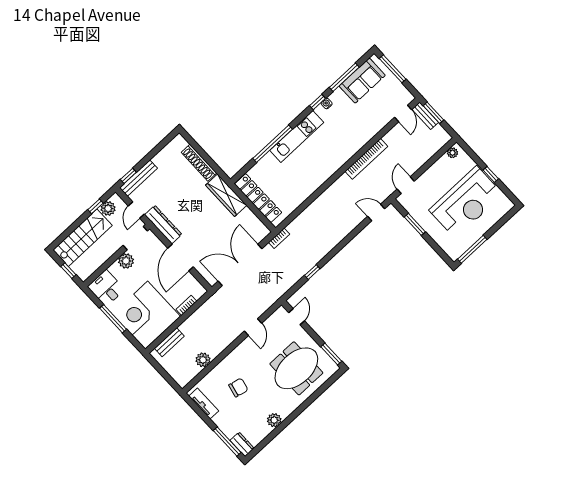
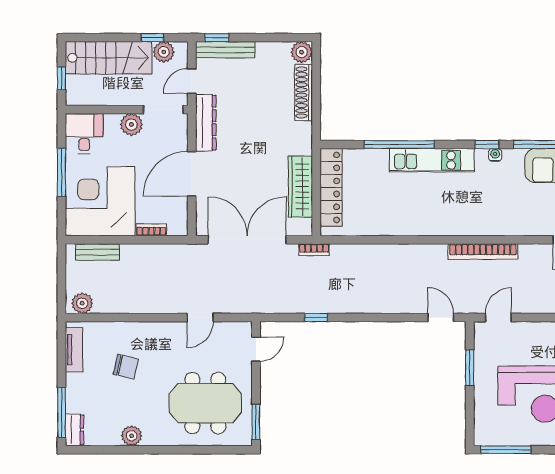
plant: (179, 143) -> (302, 52), added
wardrobe: (226, 195) -> (300, 187), moved
plant: (203, 360) -> (82, 303), moved

